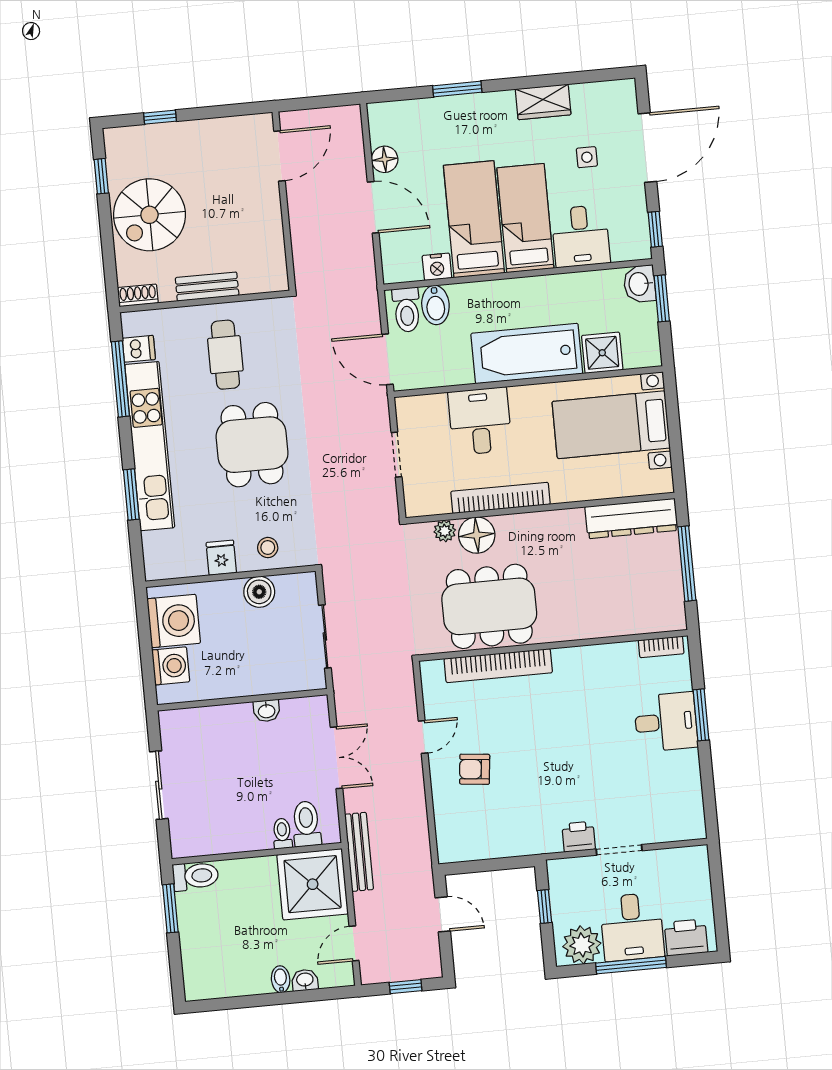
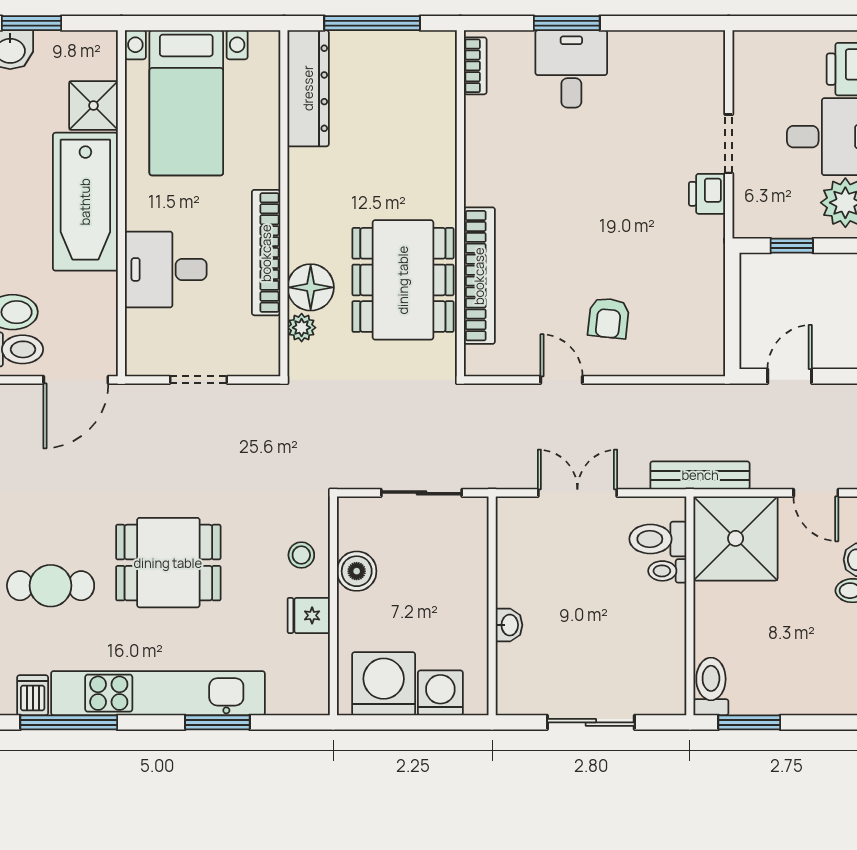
washbasin: (267, 711) -> (509, 625), moved

